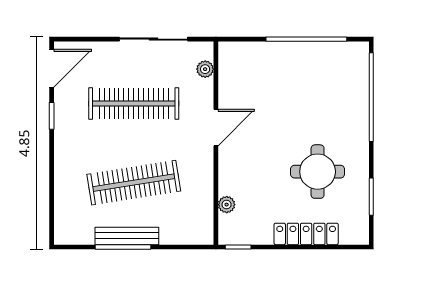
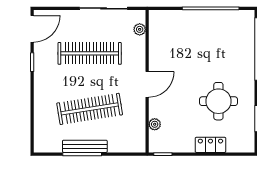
door: (216, 128) -> (147, 84), moved
locker: (306, 234) -> (210, 145), width x0.66

